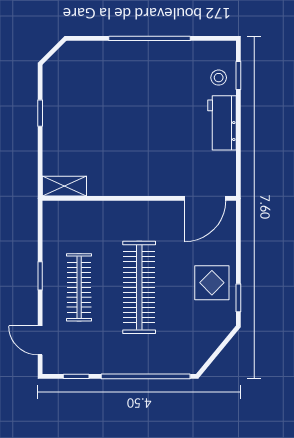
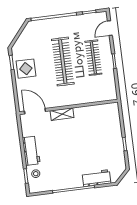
workbench: (102, 54) -> (96, 178), added
shelving: (64, 186) -> (62, 114), moved
door: (205, 198) -> (35, 111), hinge flipped
door: (40, 340) -> (110, 28), swing flipped

